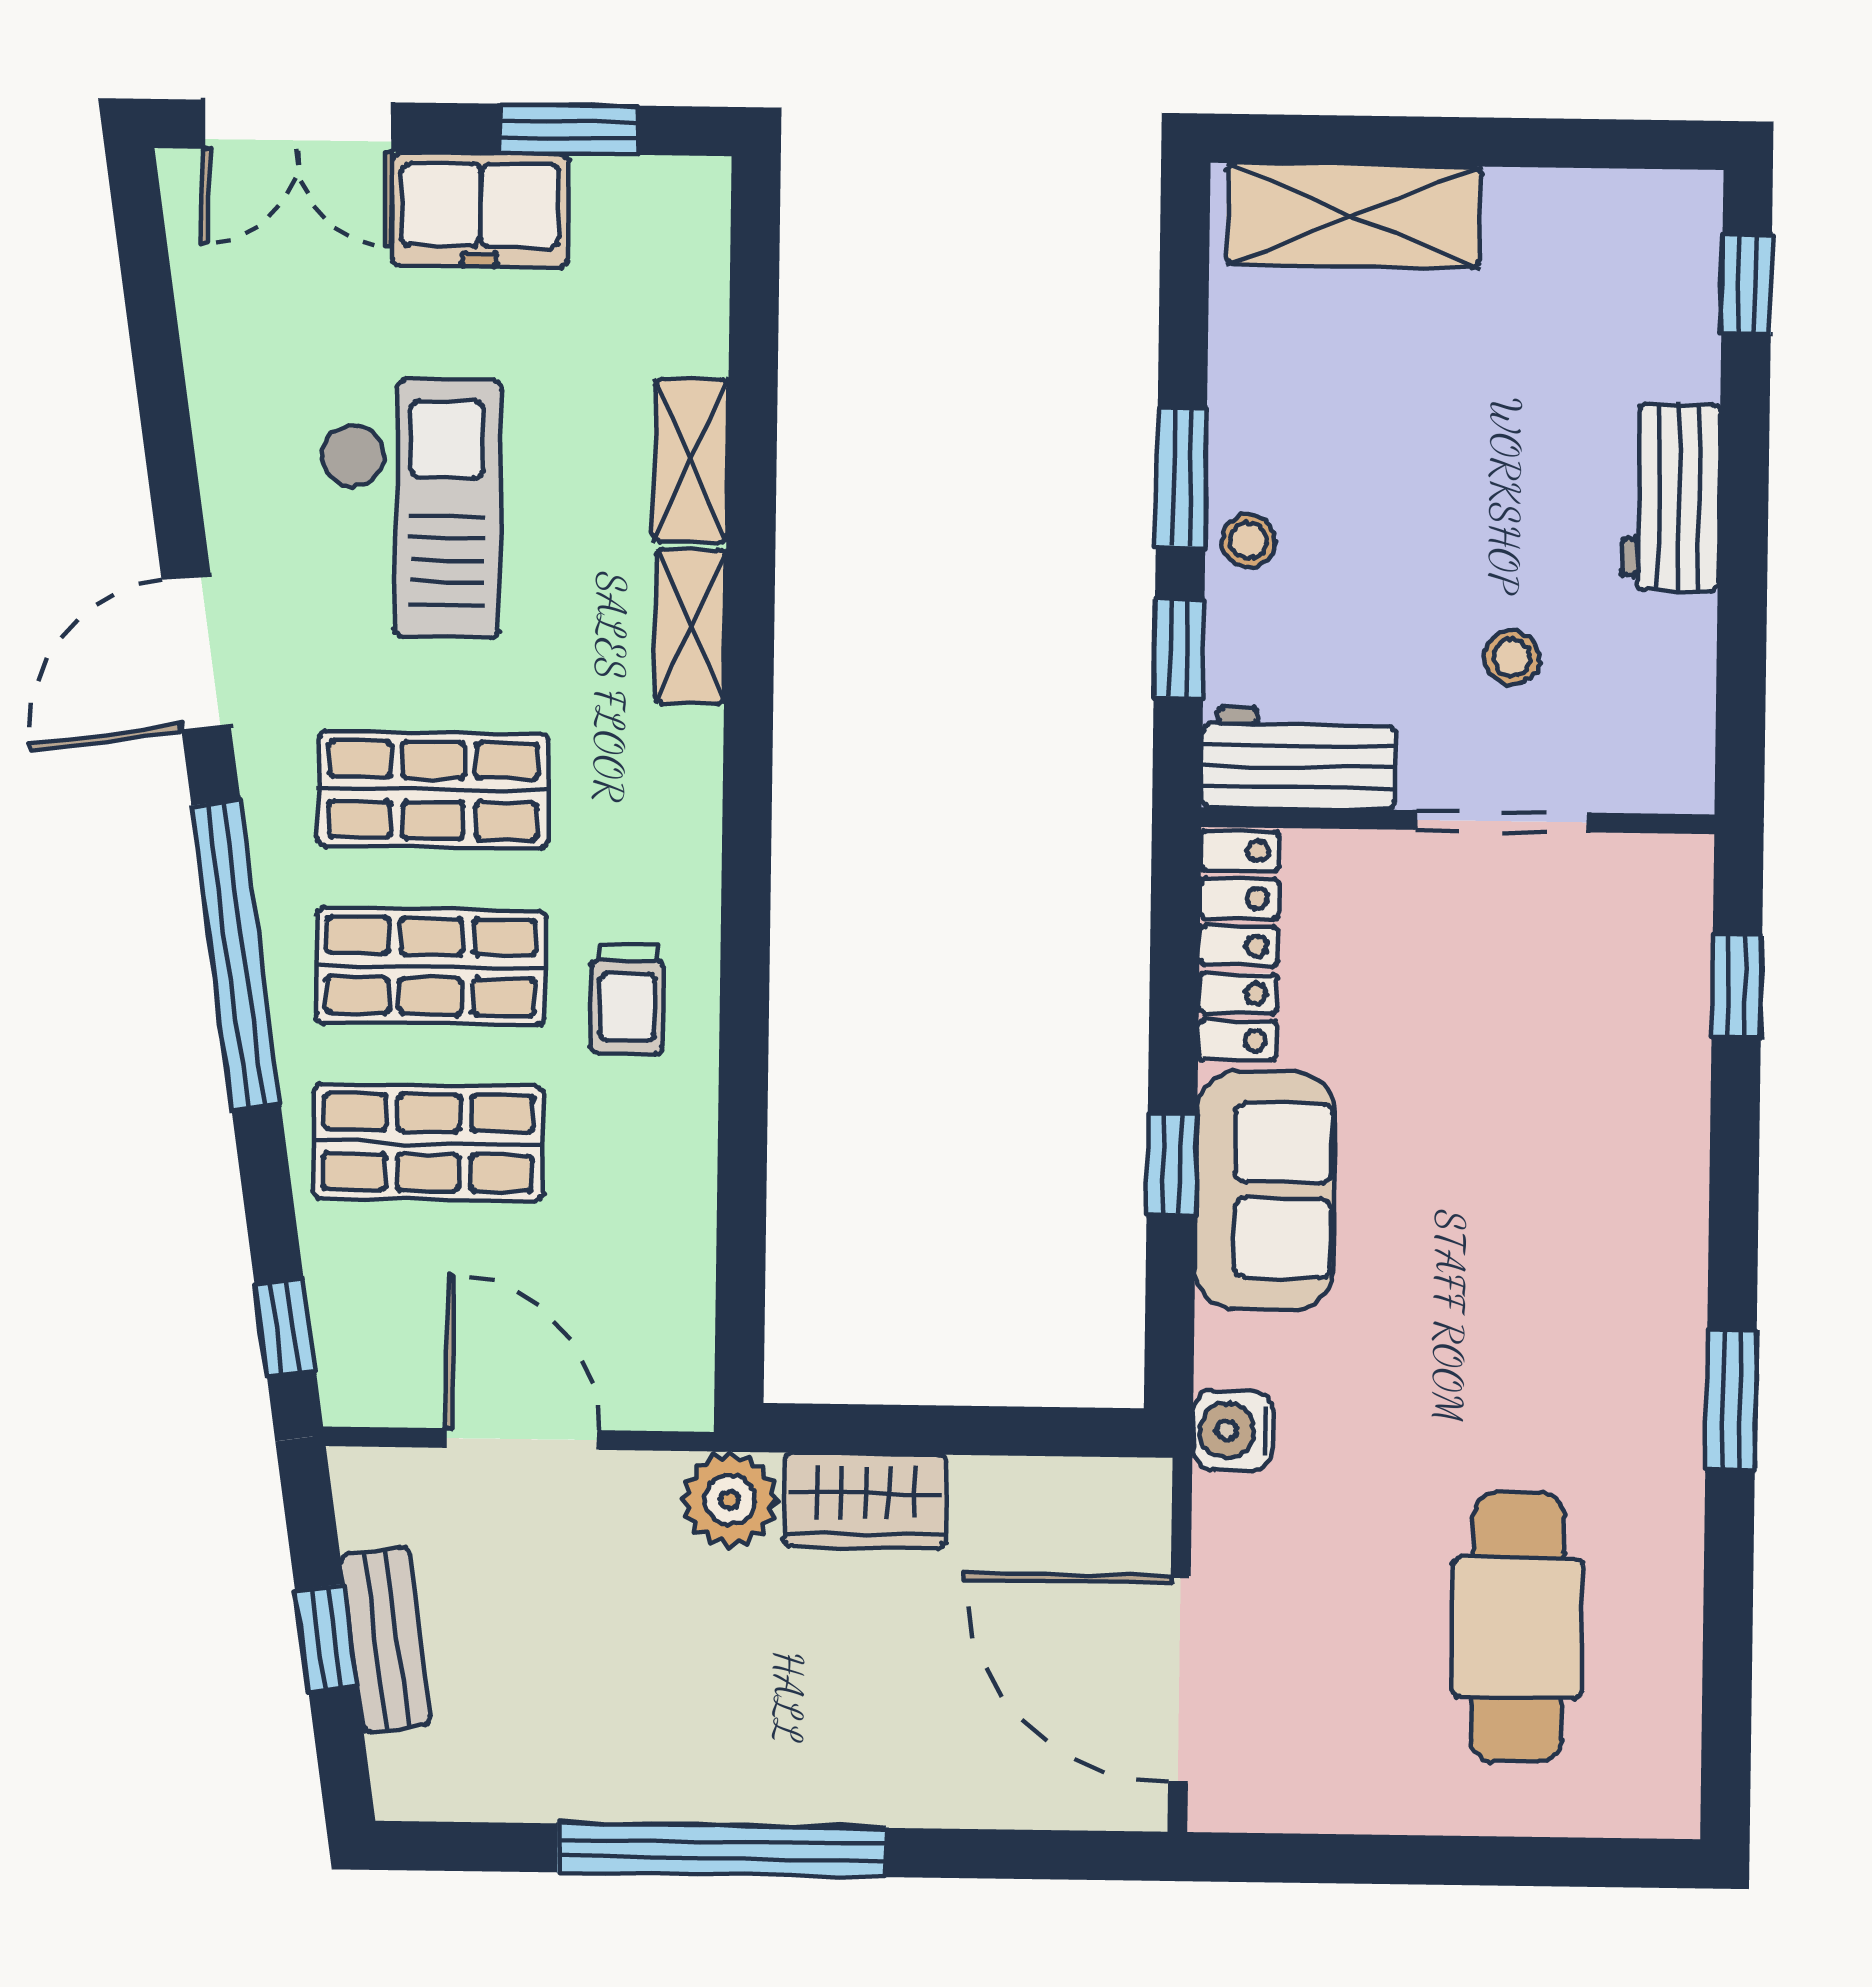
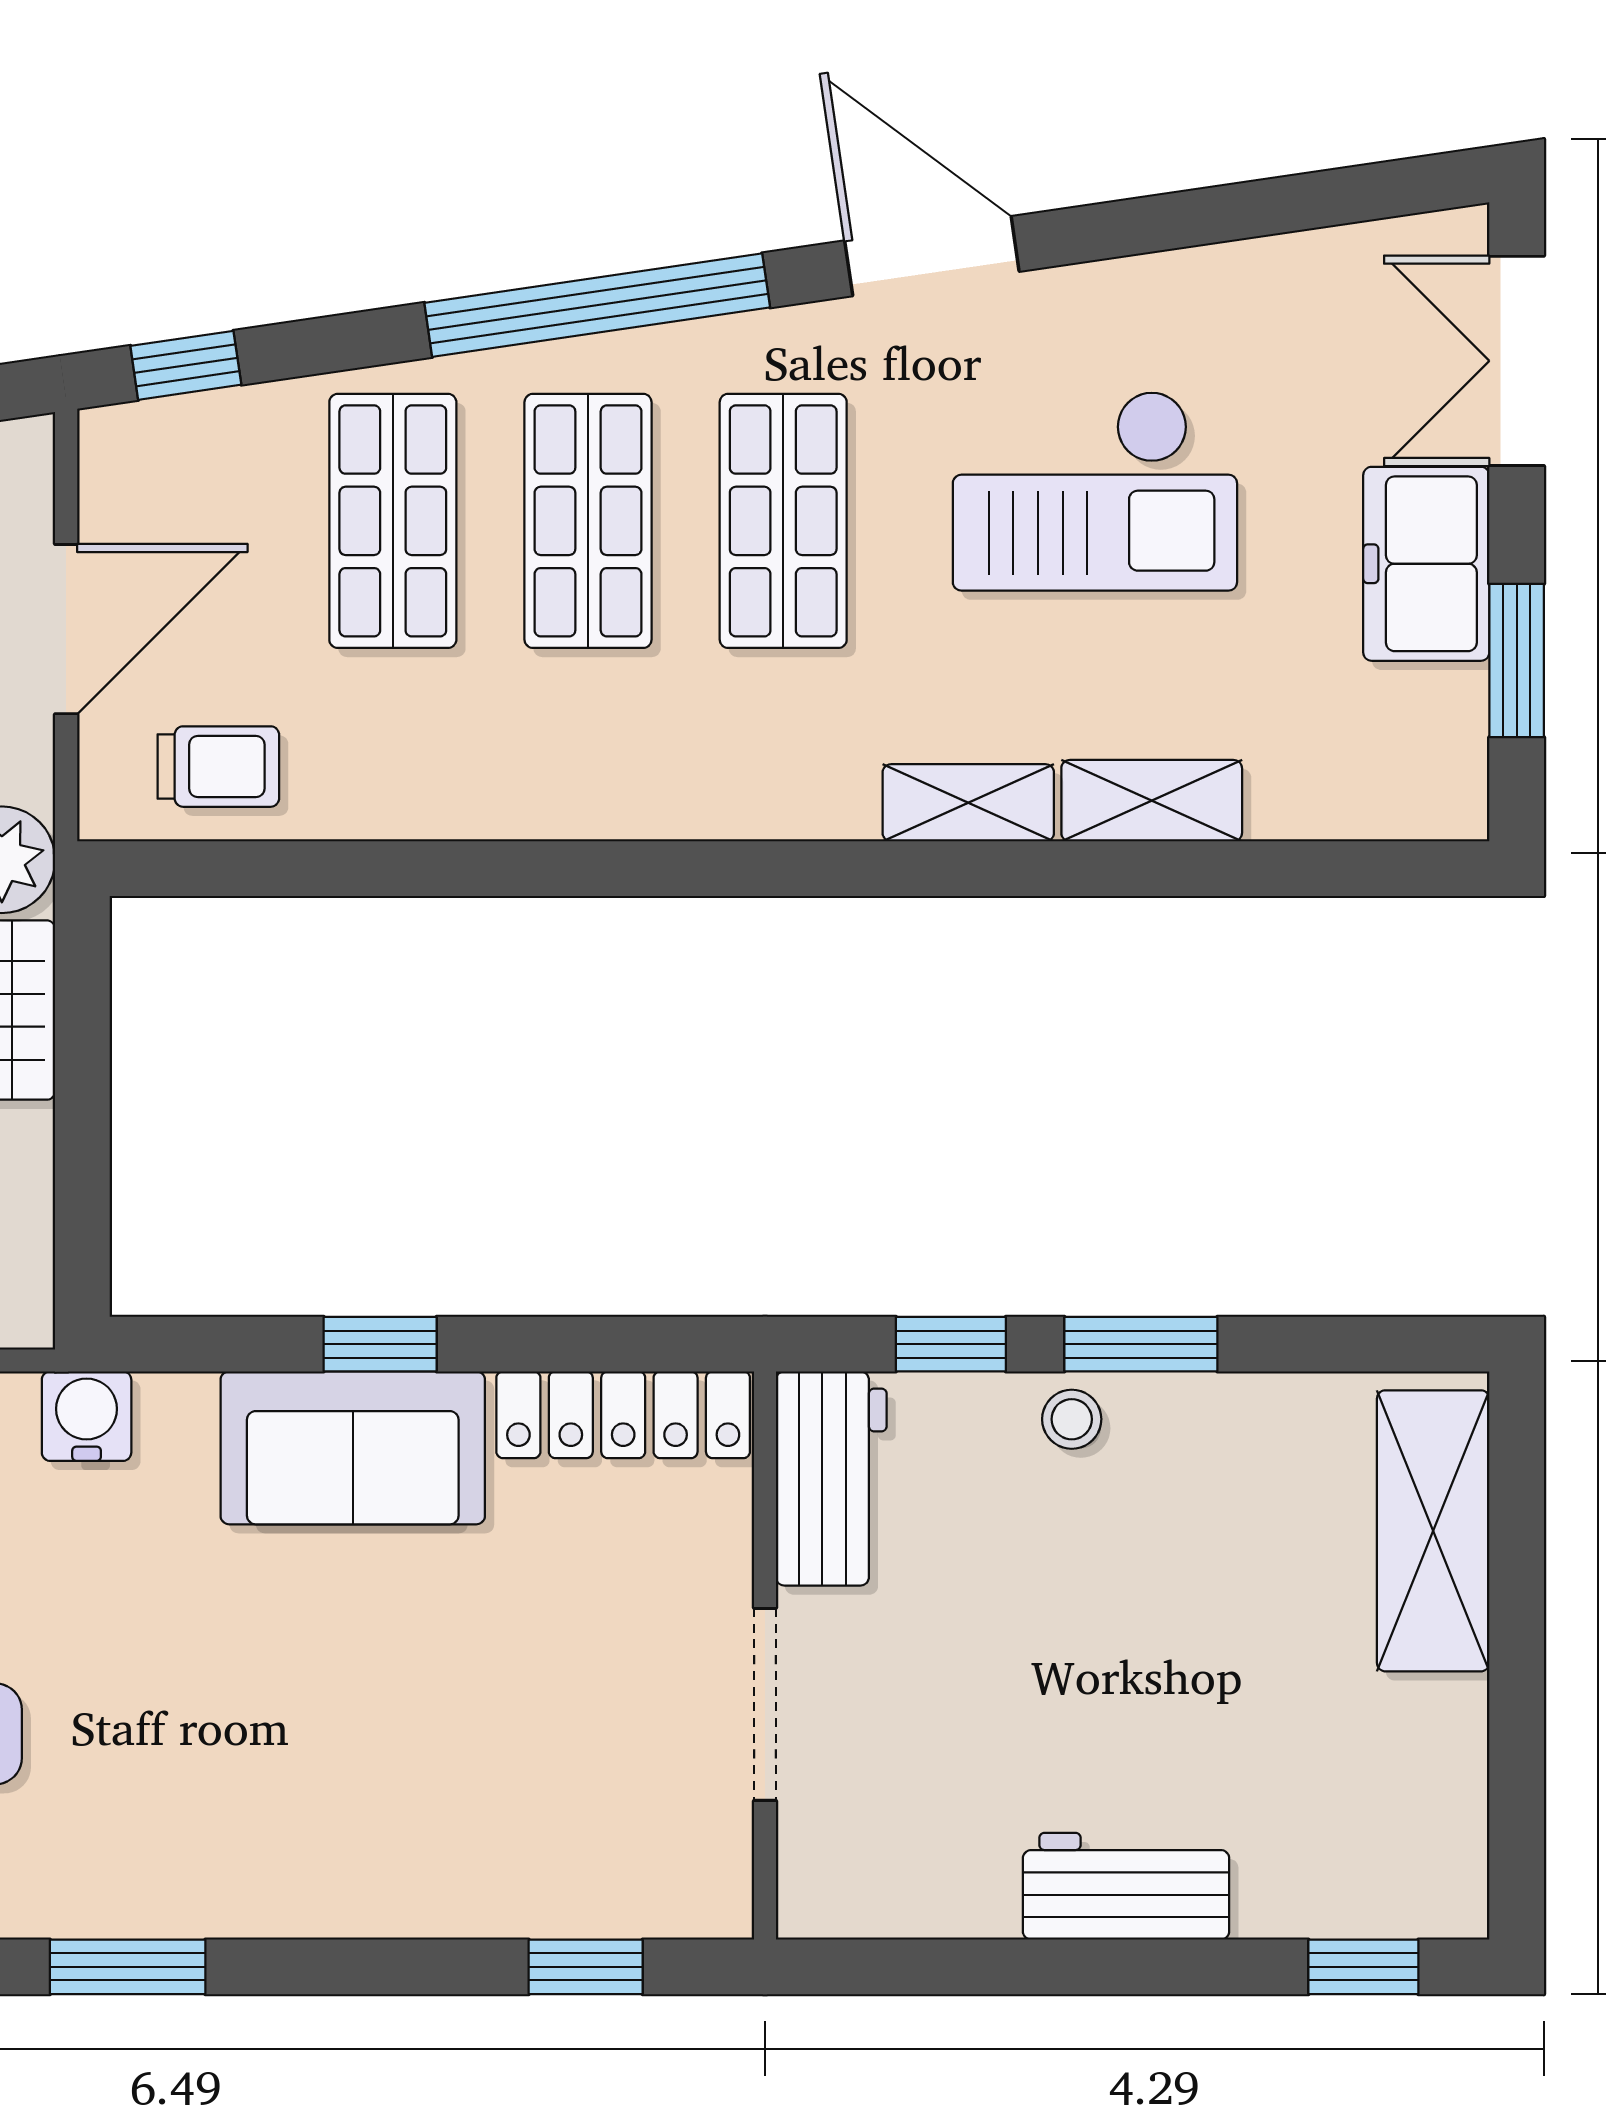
stool: (1512, 657) -> (947, 1713), removed
trolley: (627, 999) -> (218, 767), moved, turned 180

